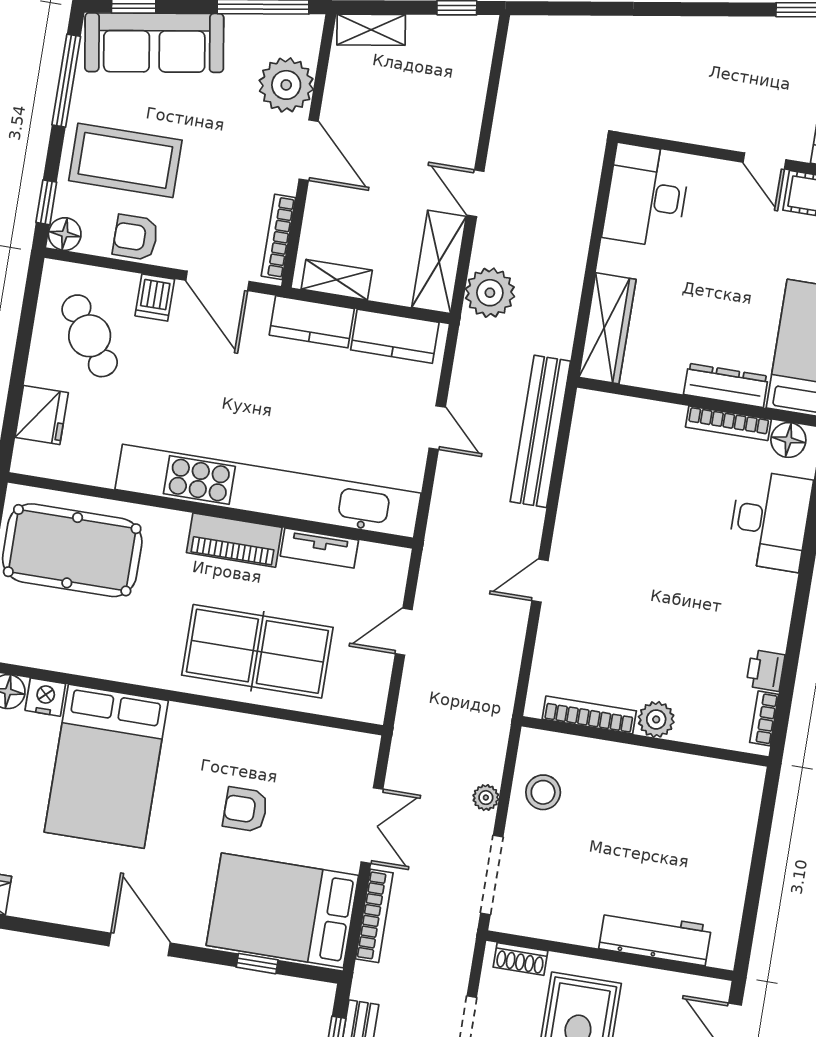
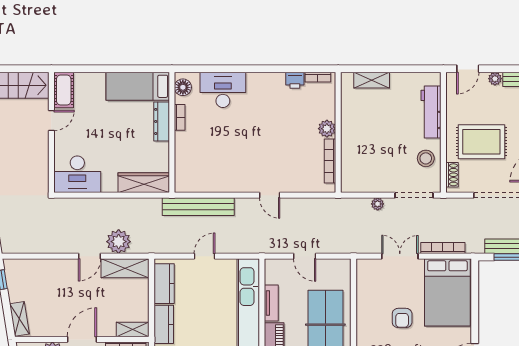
shelving: (337, 280) -> (133, 329), moved, turned 90
plant: (490, 293) -> (119, 242), moved
bookcase: (728, 423) -> (180, 117), width x0.64
stool: (543, 792) -> (426, 158), moved
shelving: (740, 827) -> (372, 80), added
window: (257, 964) -> (475, 300), removed

